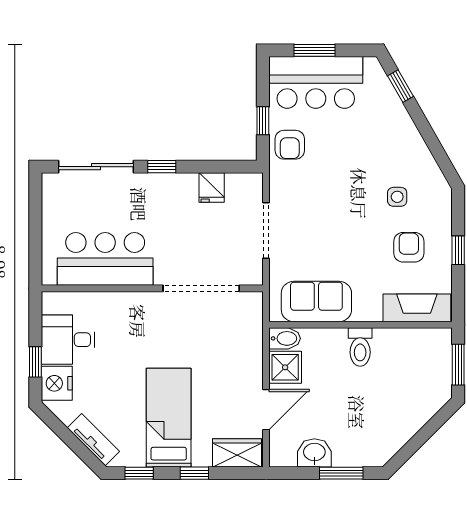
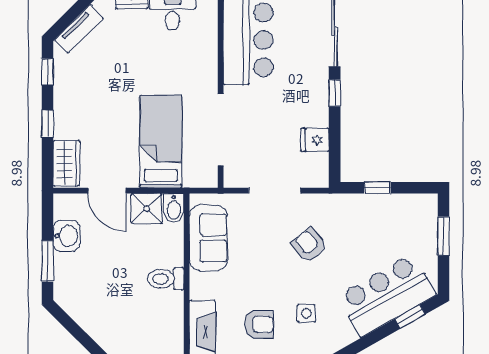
bar counter: (316, 82) -> (387, 295), moved, turned 60
armchair: (290, 145) -> (309, 245), moved, turned 50
bed: (169, 418) -> (161, 142), moved, turned -90

